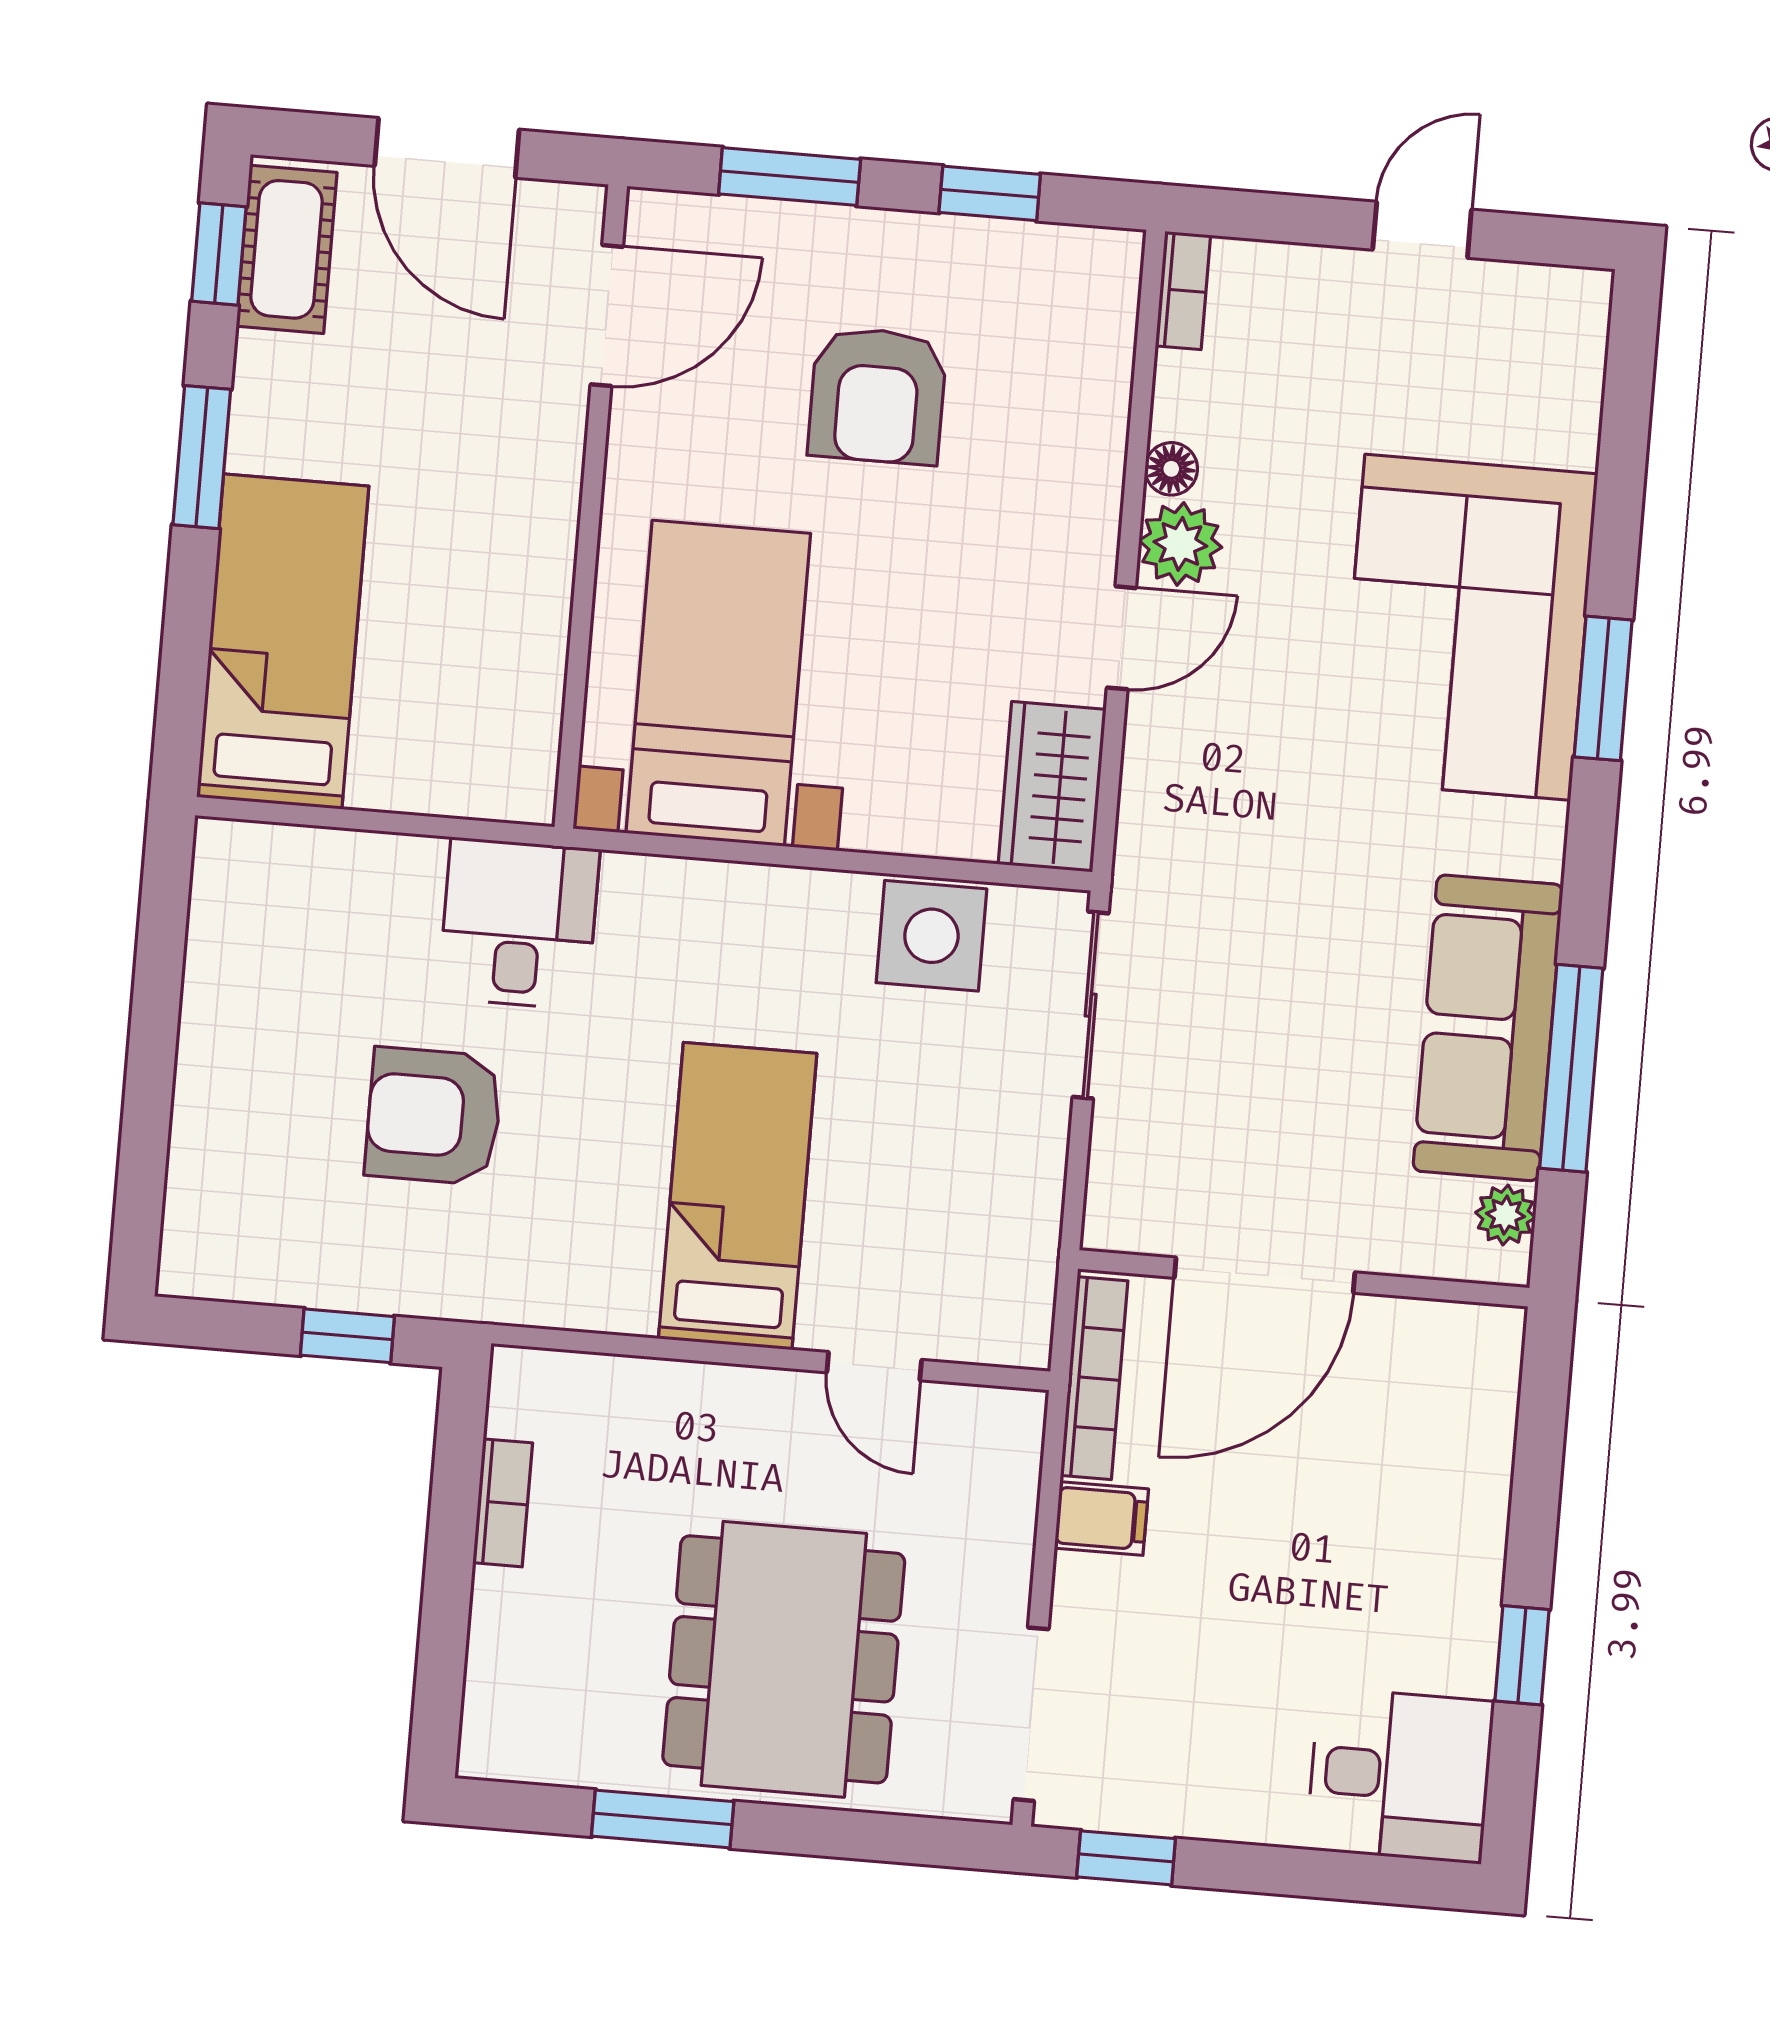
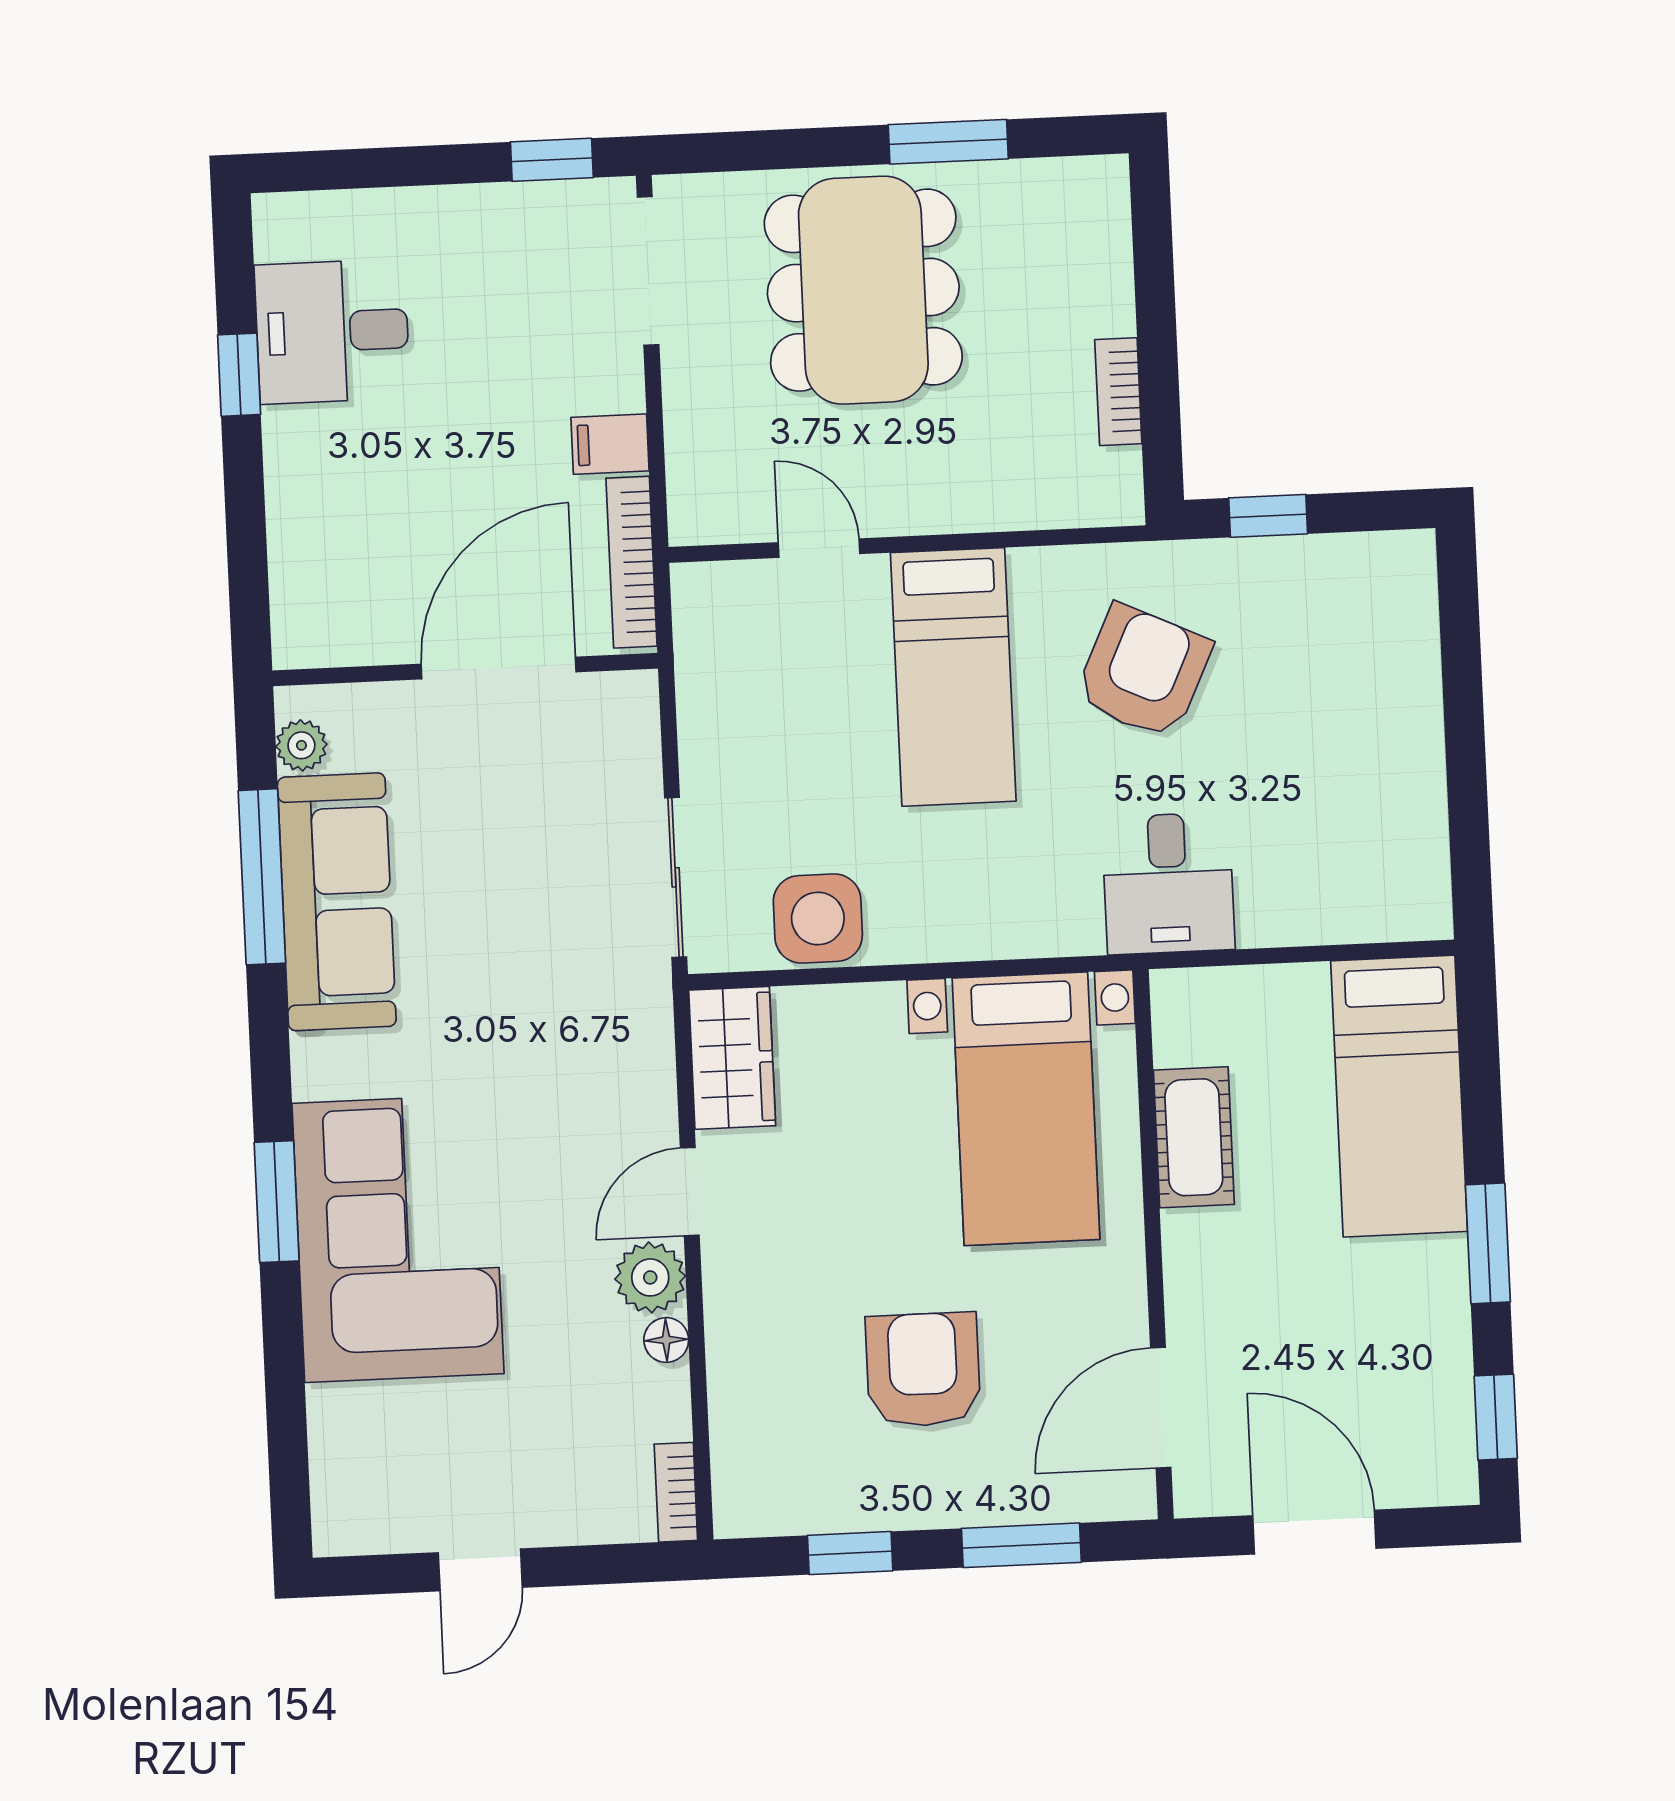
cot: (287, 249) -> (1194, 1137), moved
armchair: (434, 1116) -> (1143, 672), moved, turned -65
desk: (1400, 1776) -> (332, 331), moved

